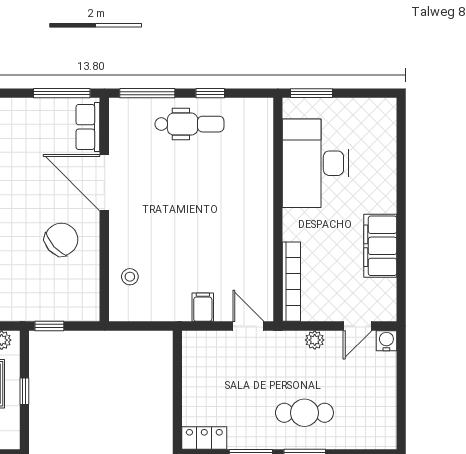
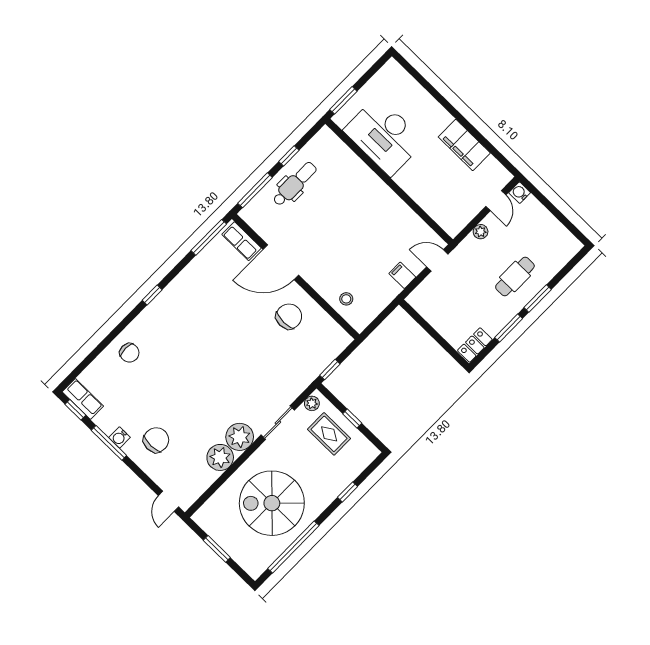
chair: (61, 239) -> (289, 316), turned 42
bookcase: (291, 282) -> (436, 213), removed

